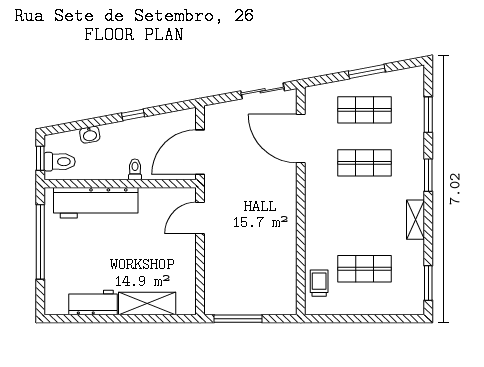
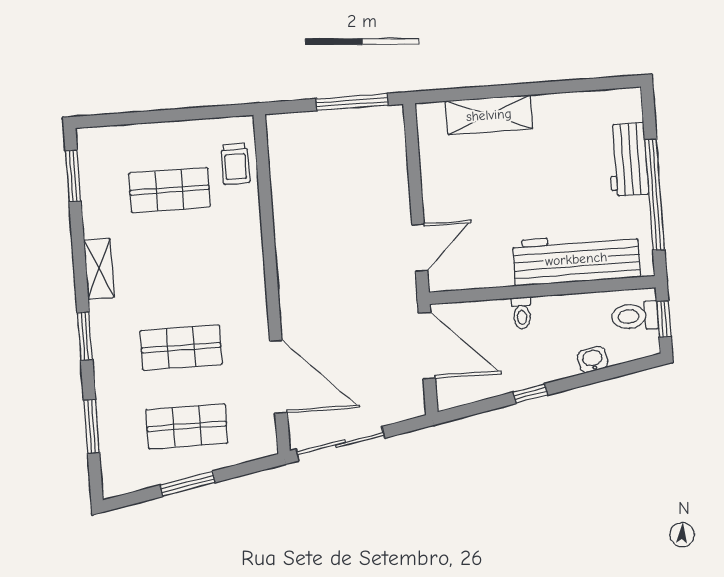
sliding door: (263, 91) -> (340, 444), width x1.37
door: (200, 152) -> (427, 346), hinge flipped
workbench: (93, 302) -> (628, 159), moved, turned 90

